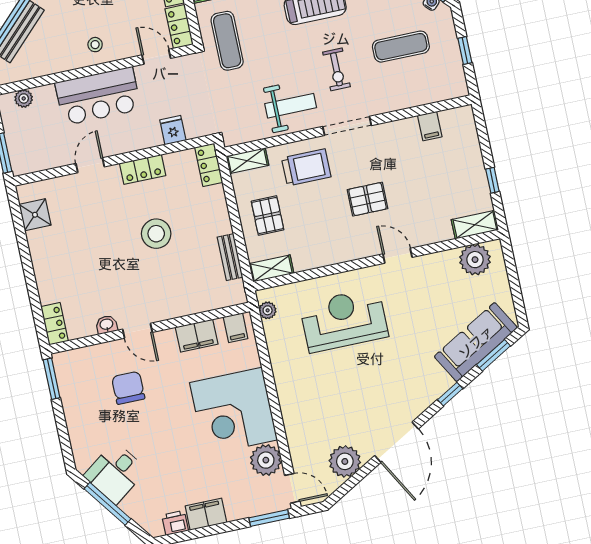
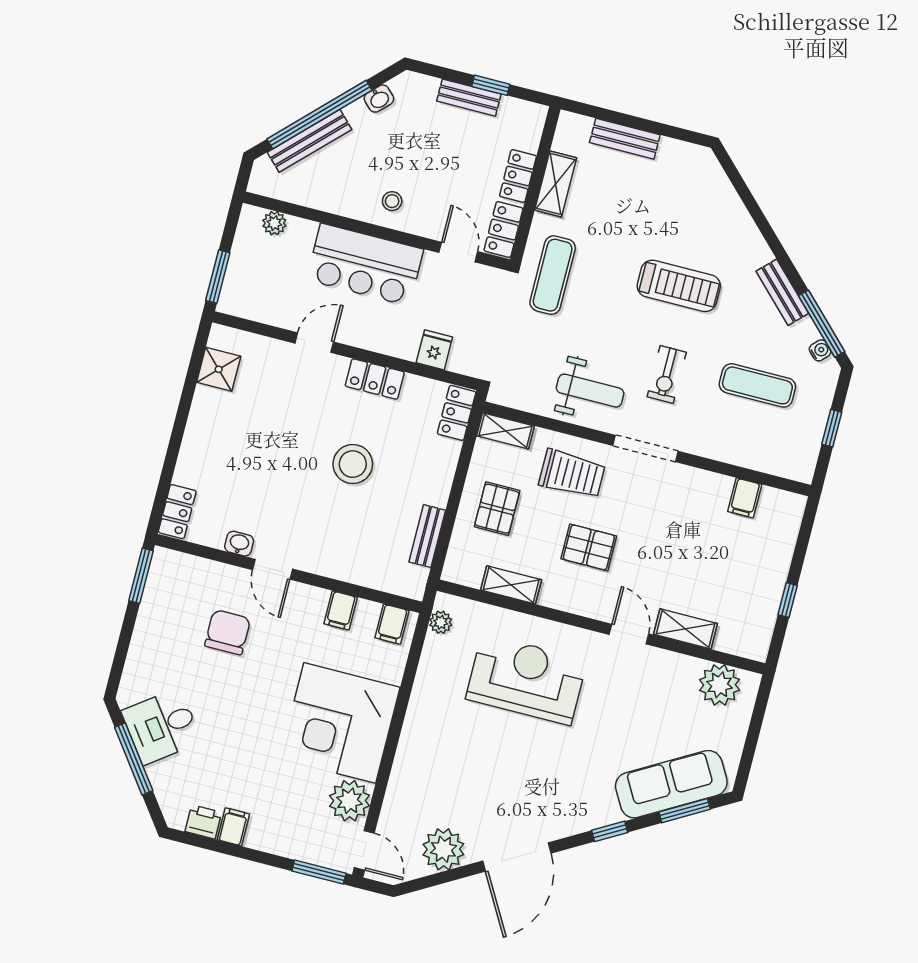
pallet: (367, 199) -> (589, 547), moved
shelving: (475, 225) -> (685, 629), moved
shelving: (271, 268) -> (511, 585), moved
filing cabinet: (197, 336) -> (341, 610), width x0.50
filing cabinet: (206, 514) -> (233, 827), width x0.50

